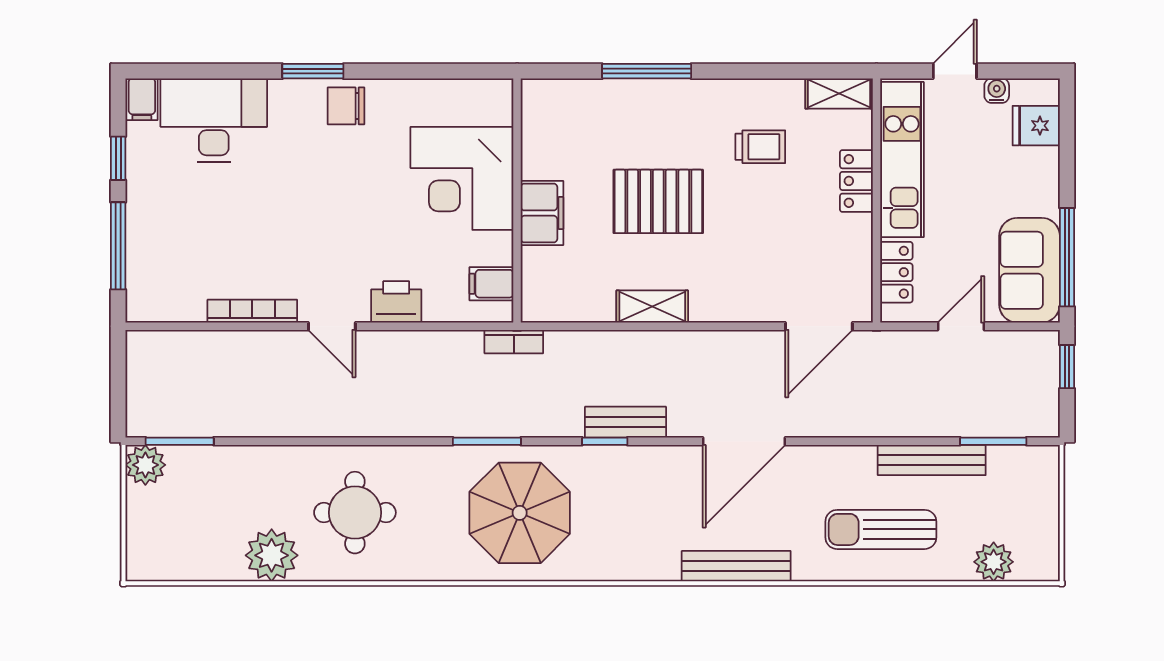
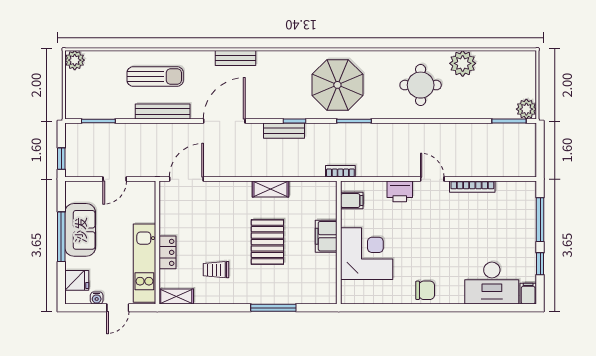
window: (313, 71) -> (442, 308), removed
pallet: (658, 201) -> (267, 242), turned 90
window: (1067, 257) -> (61, 237), moved
sofa: (1030, 270) -> (80, 230), moved
locker: (896, 272) -> (147, 206), removed
bench: (932, 460) -> (163, 112), moved
plant: (994, 562) -> (75, 60), moved
bench: (736, 566) -> (235, 58), width x0.73

